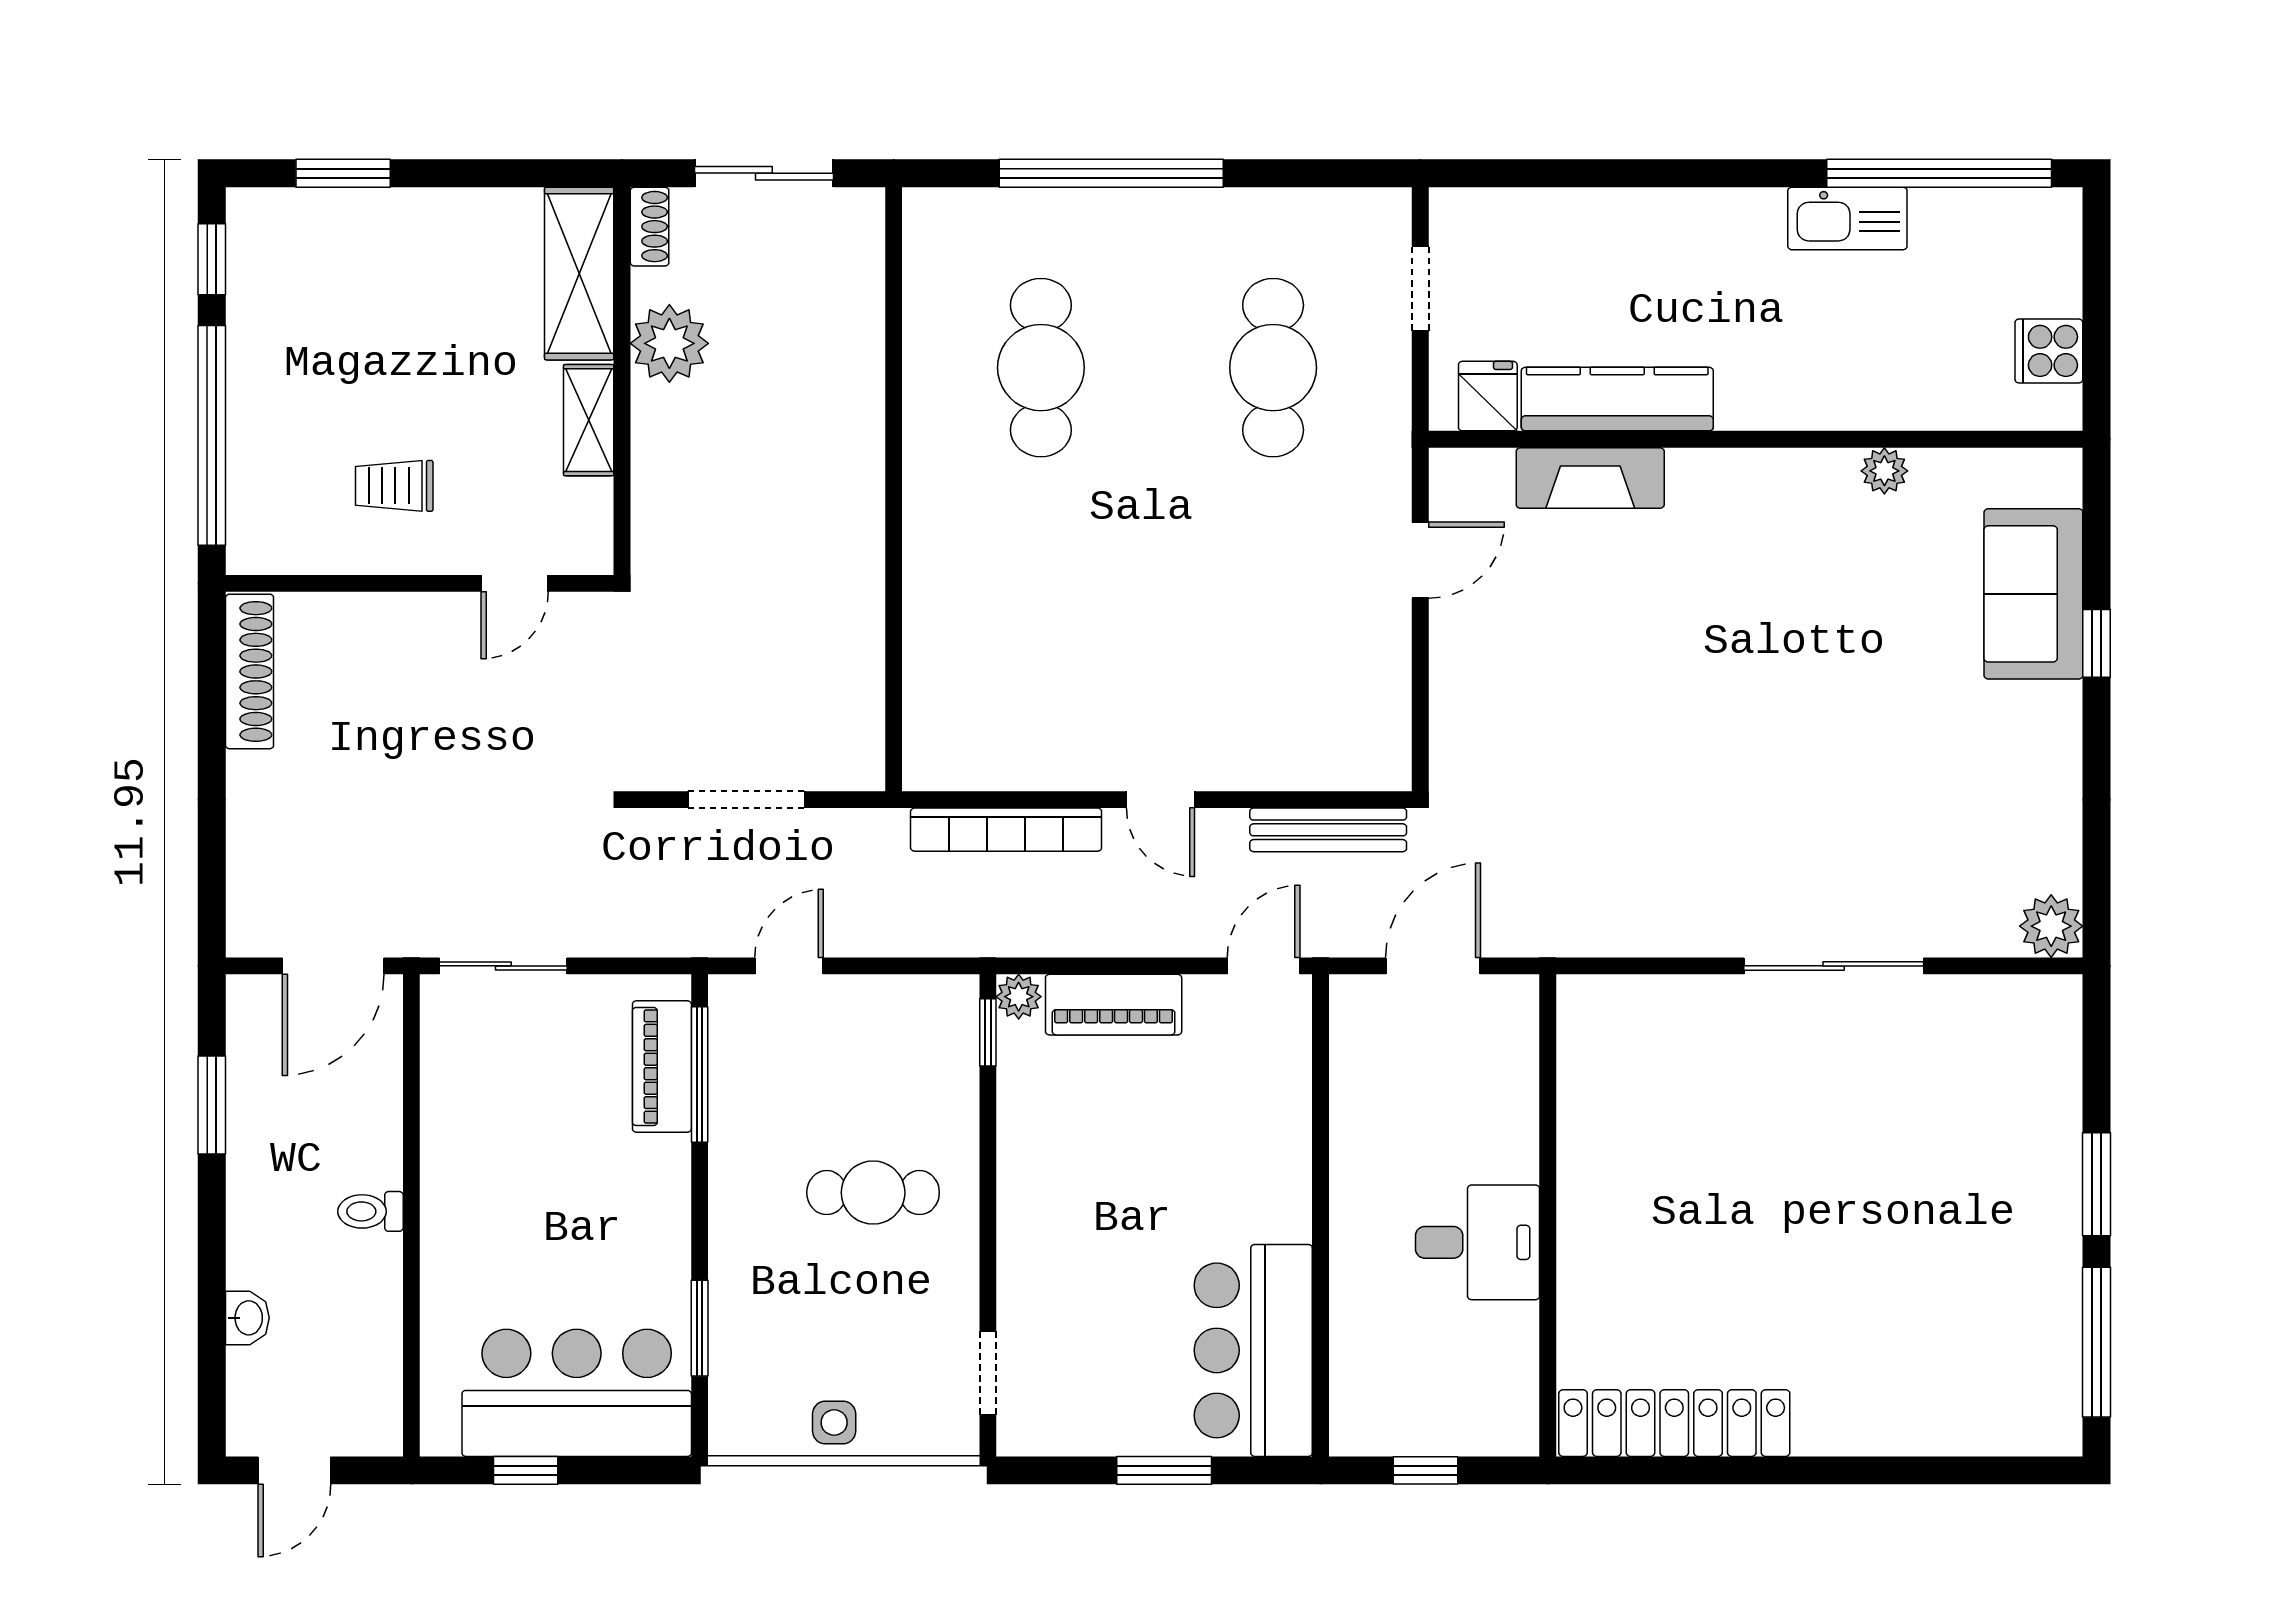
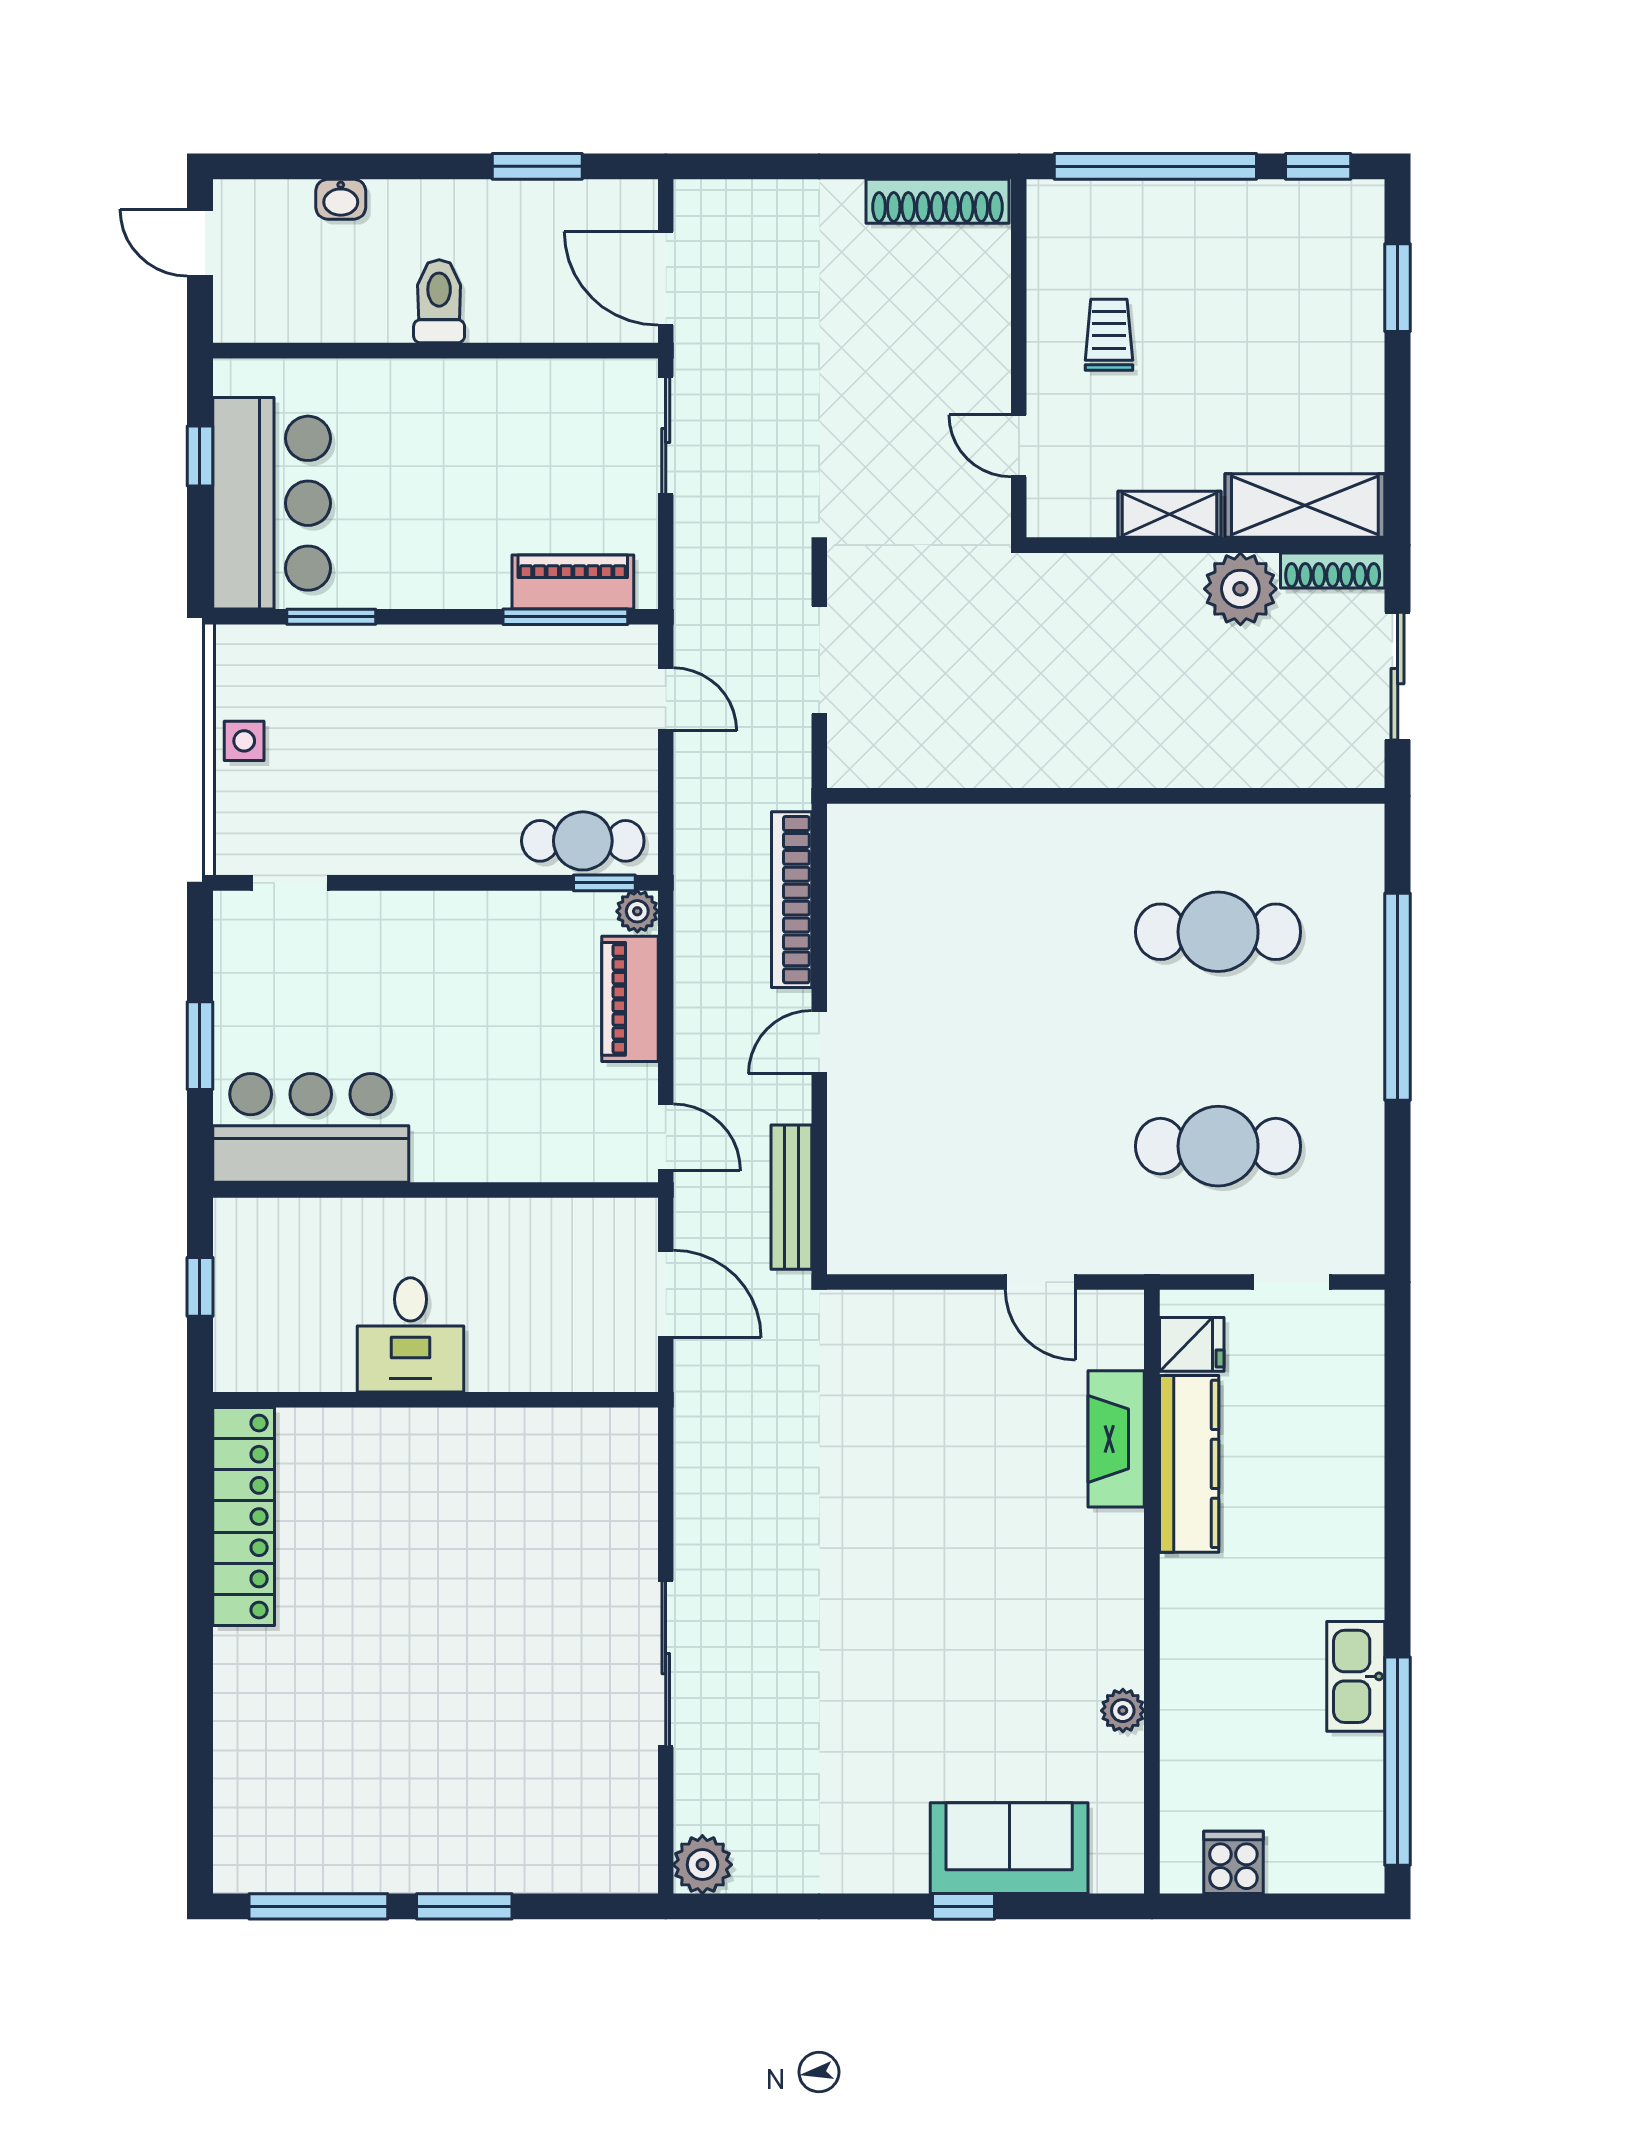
shoe rack: (650, 227) -> (1333, 570), width x1.43
cafe table: (873, 1193) -> (583, 841), moved, turned 90
toilet: (370, 1211) -> (439, 301), width x1.37, depth x1.39

